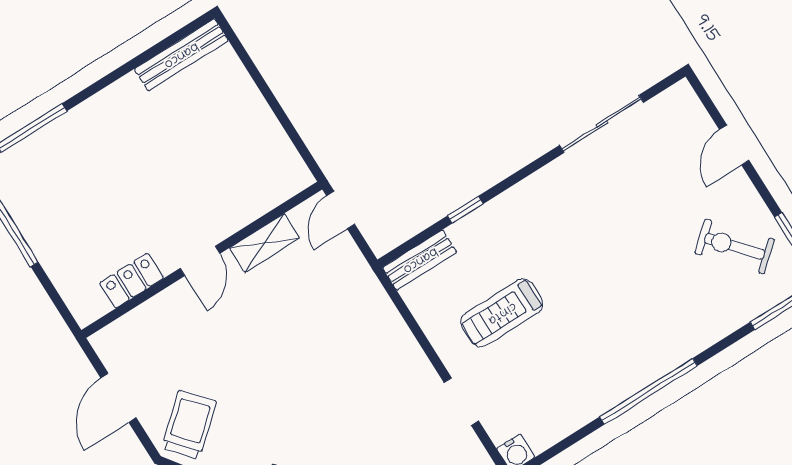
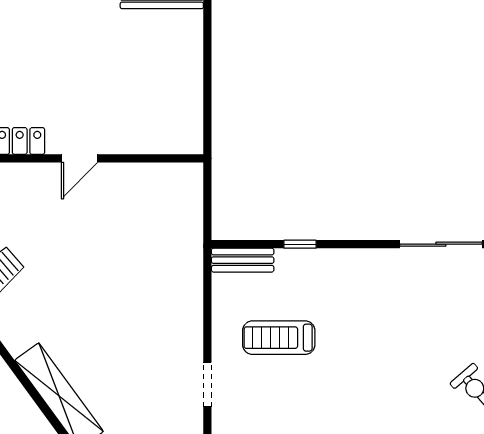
door: (341, 210) -> (207, 186), removed
shelving: (265, 243) -> (136, 175), removed

